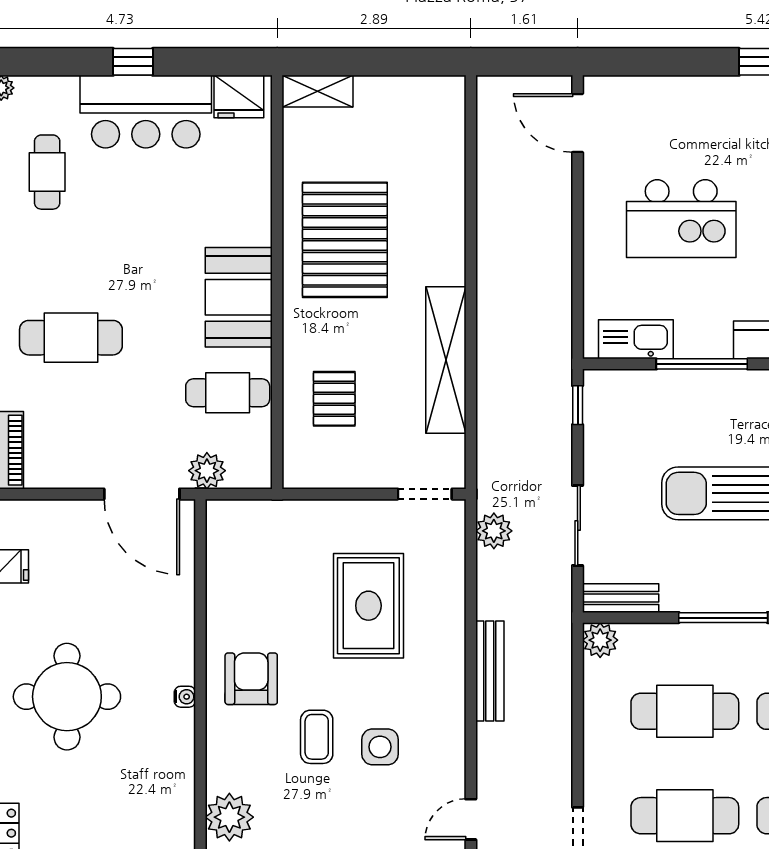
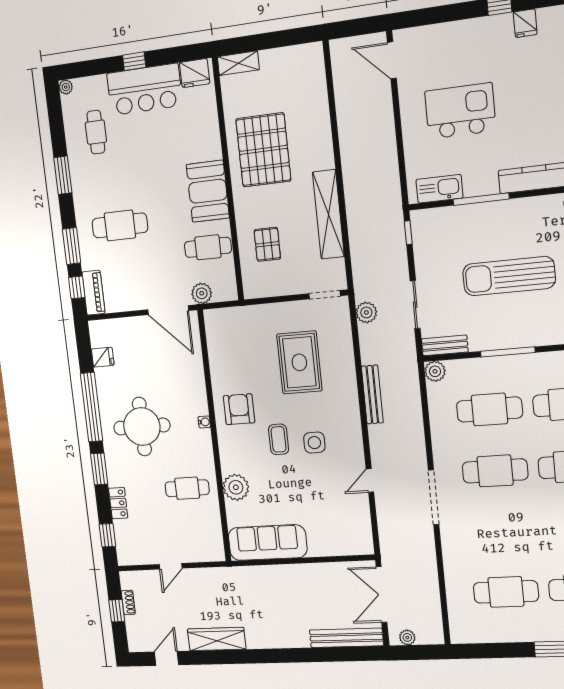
kitchen island: (681, 219) -> (460, 111), turned 180
cafe table: (139, 814) -> (187, 488), added

